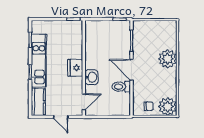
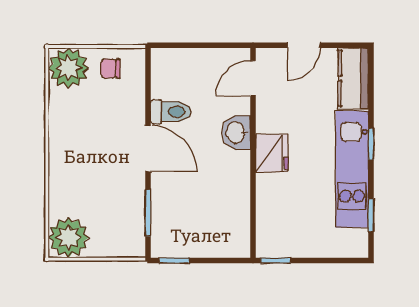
plant: (168, 59) -> (69, 237), moved
door: (61, 117) -> (304, 45), swing flipped

